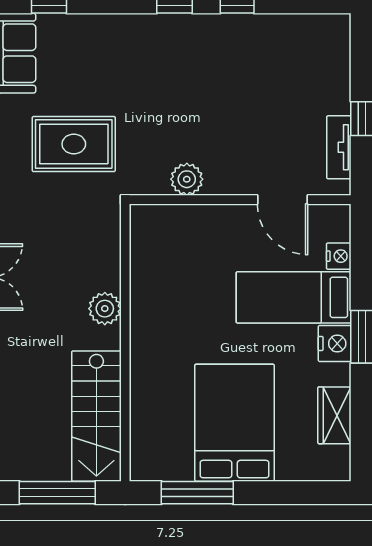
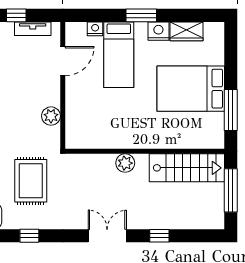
nightstand: (335, 343) -> (158, 31), moved

